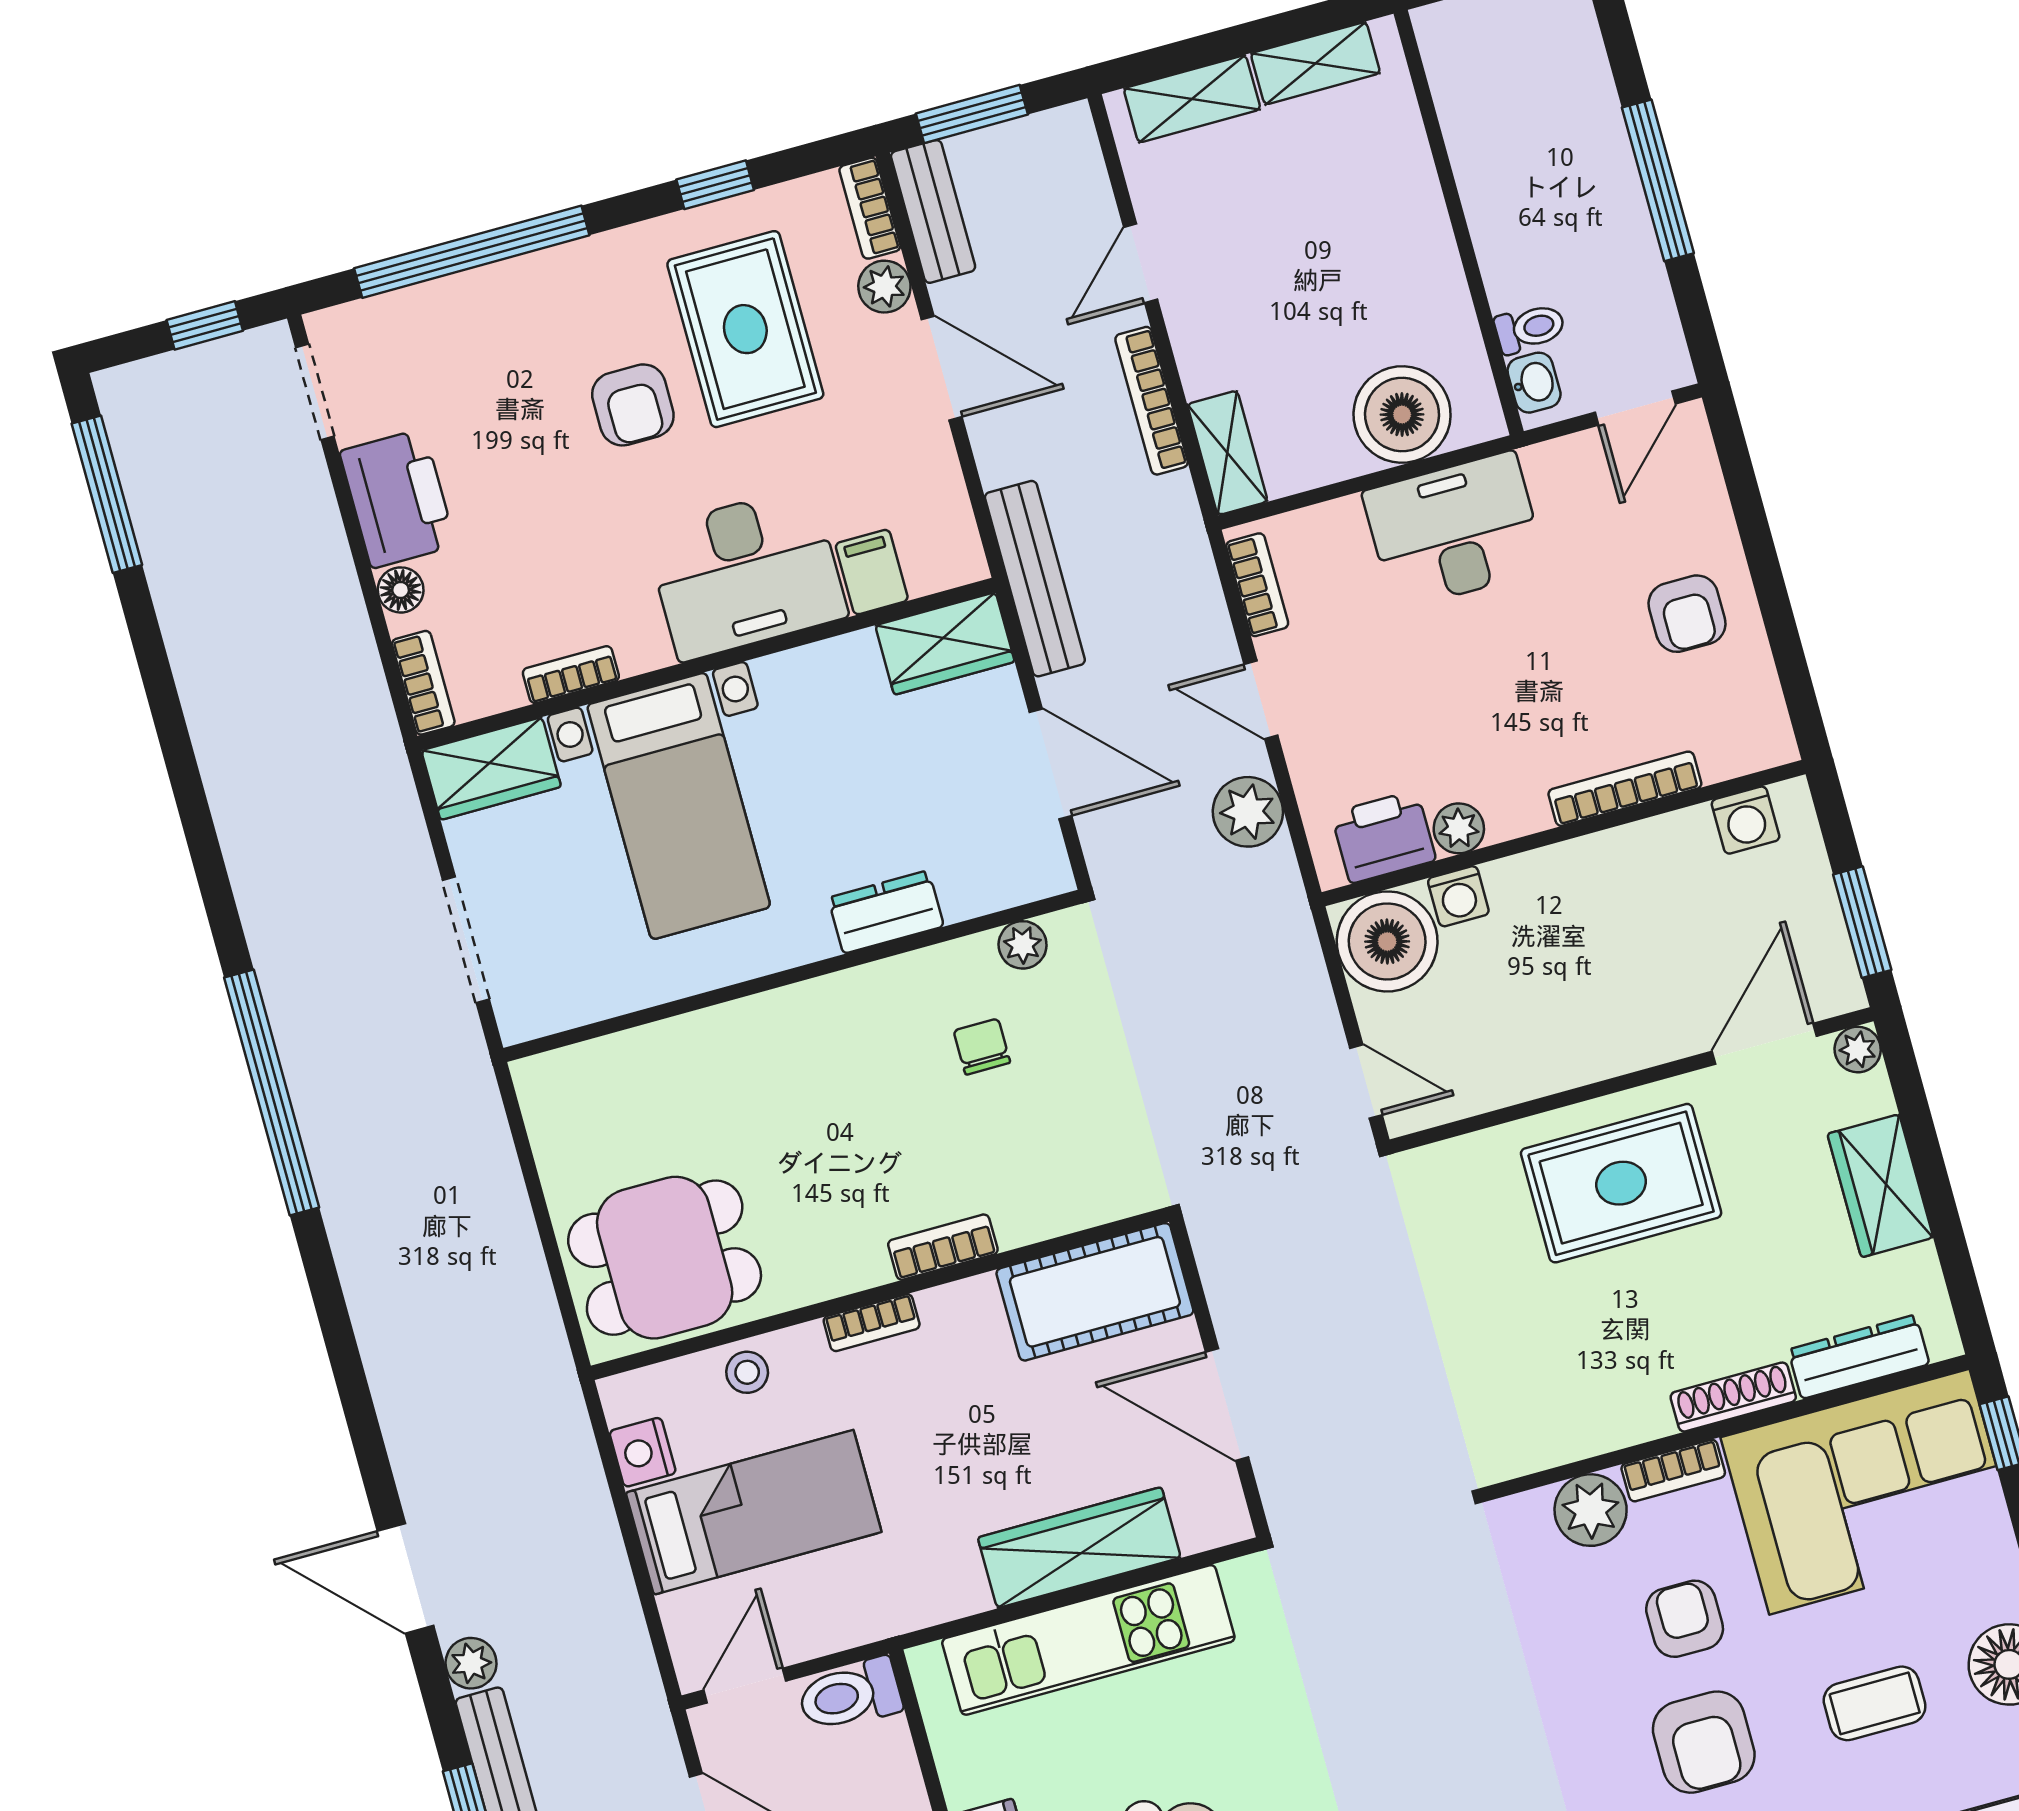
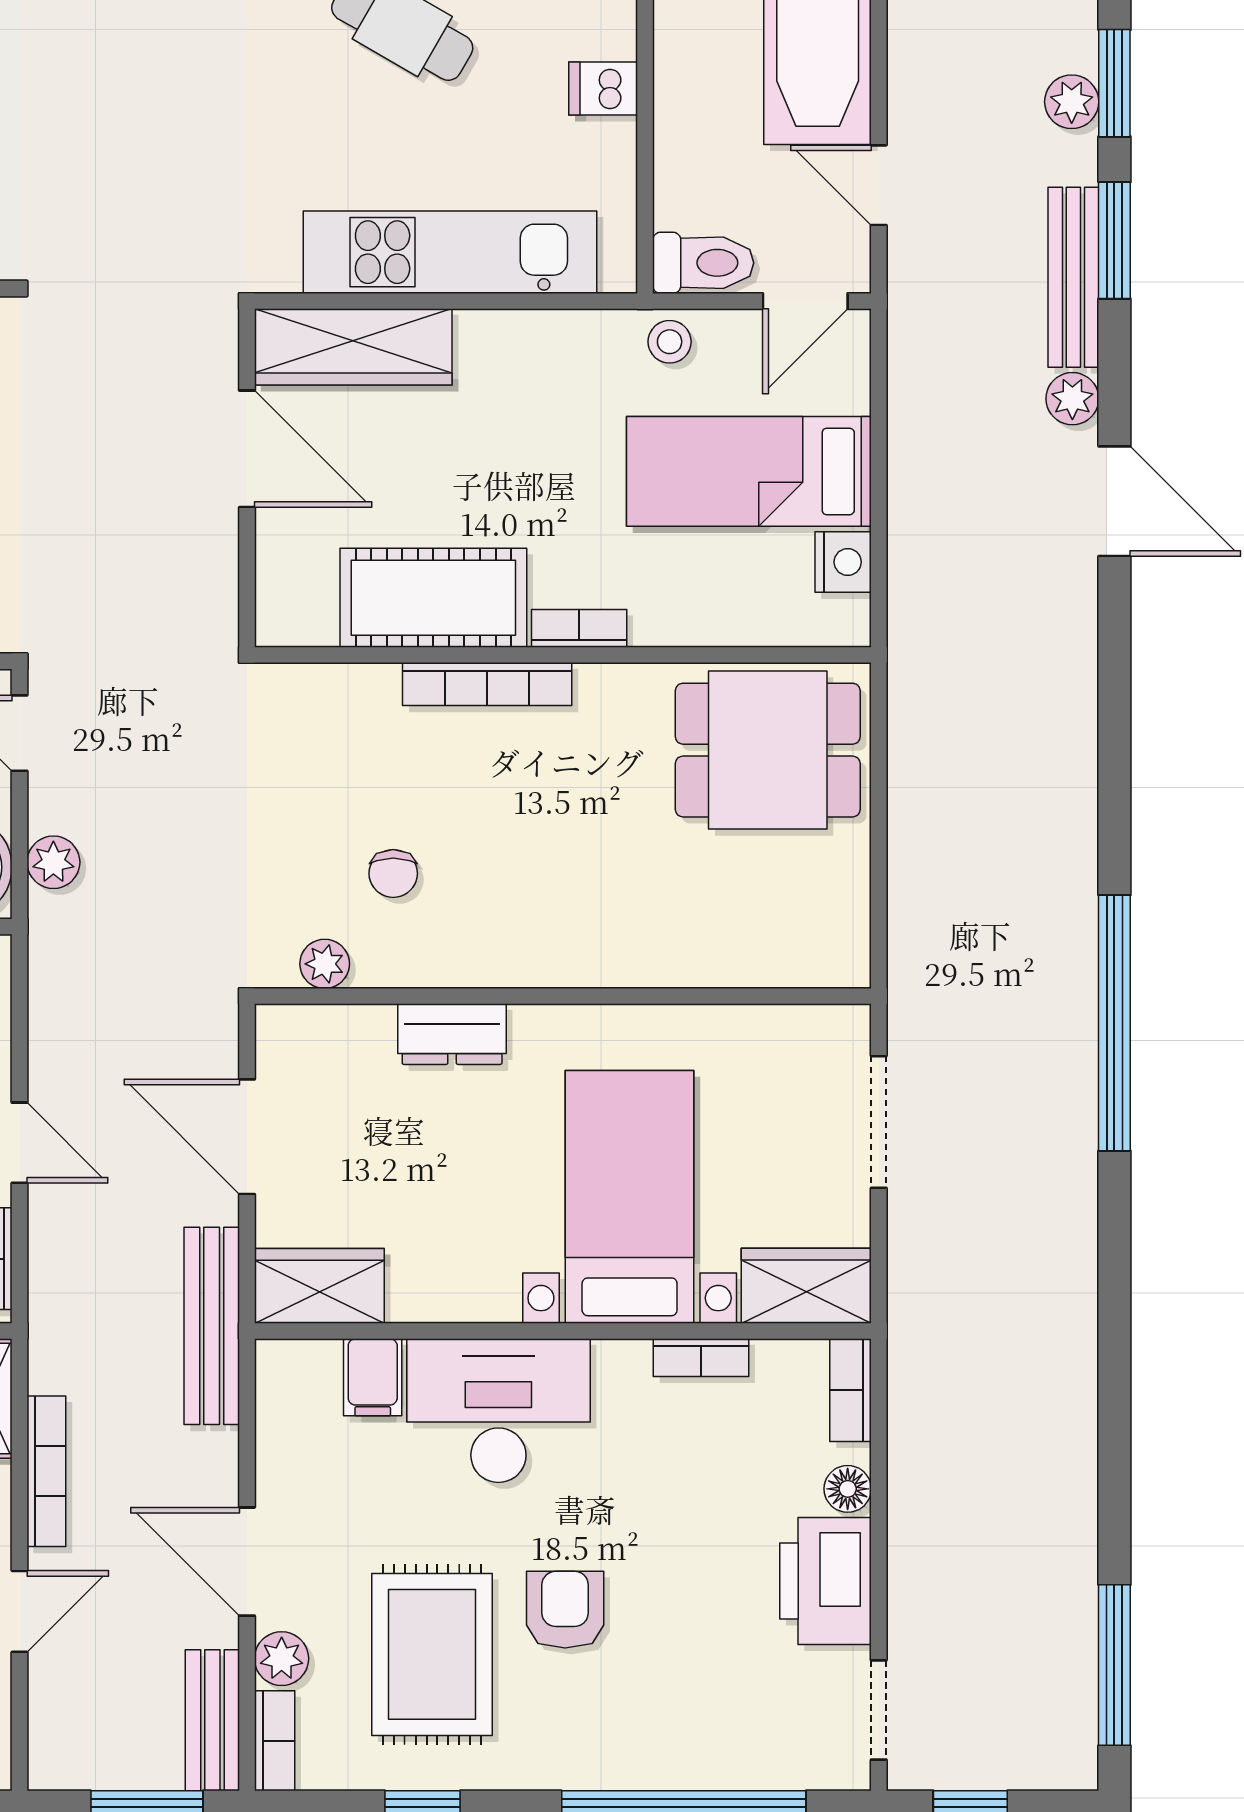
plant: (1248, 812) -> (53, 862), moved, width x0.73, depth x0.73
bookcase: (943, 1247) -> (487, 684), width x1.56
cot: (1095, 1292) -> (433, 598), moved
stool: (747, 1372) -> (670, 342), moved
wardrobe: (1079, 1548) -> (353, 347), moved

